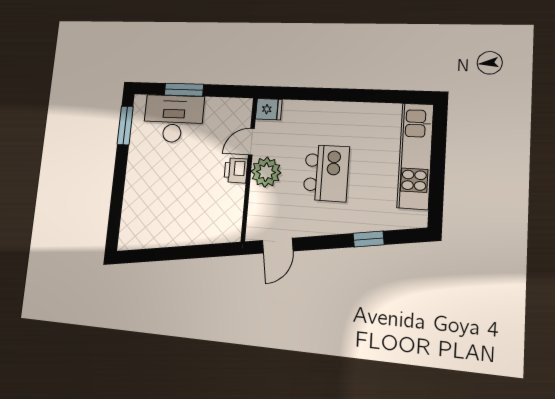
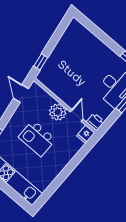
printer: (236, 170) -> (95, 122), moved
window: (211, 250) -> (41, 62), added

